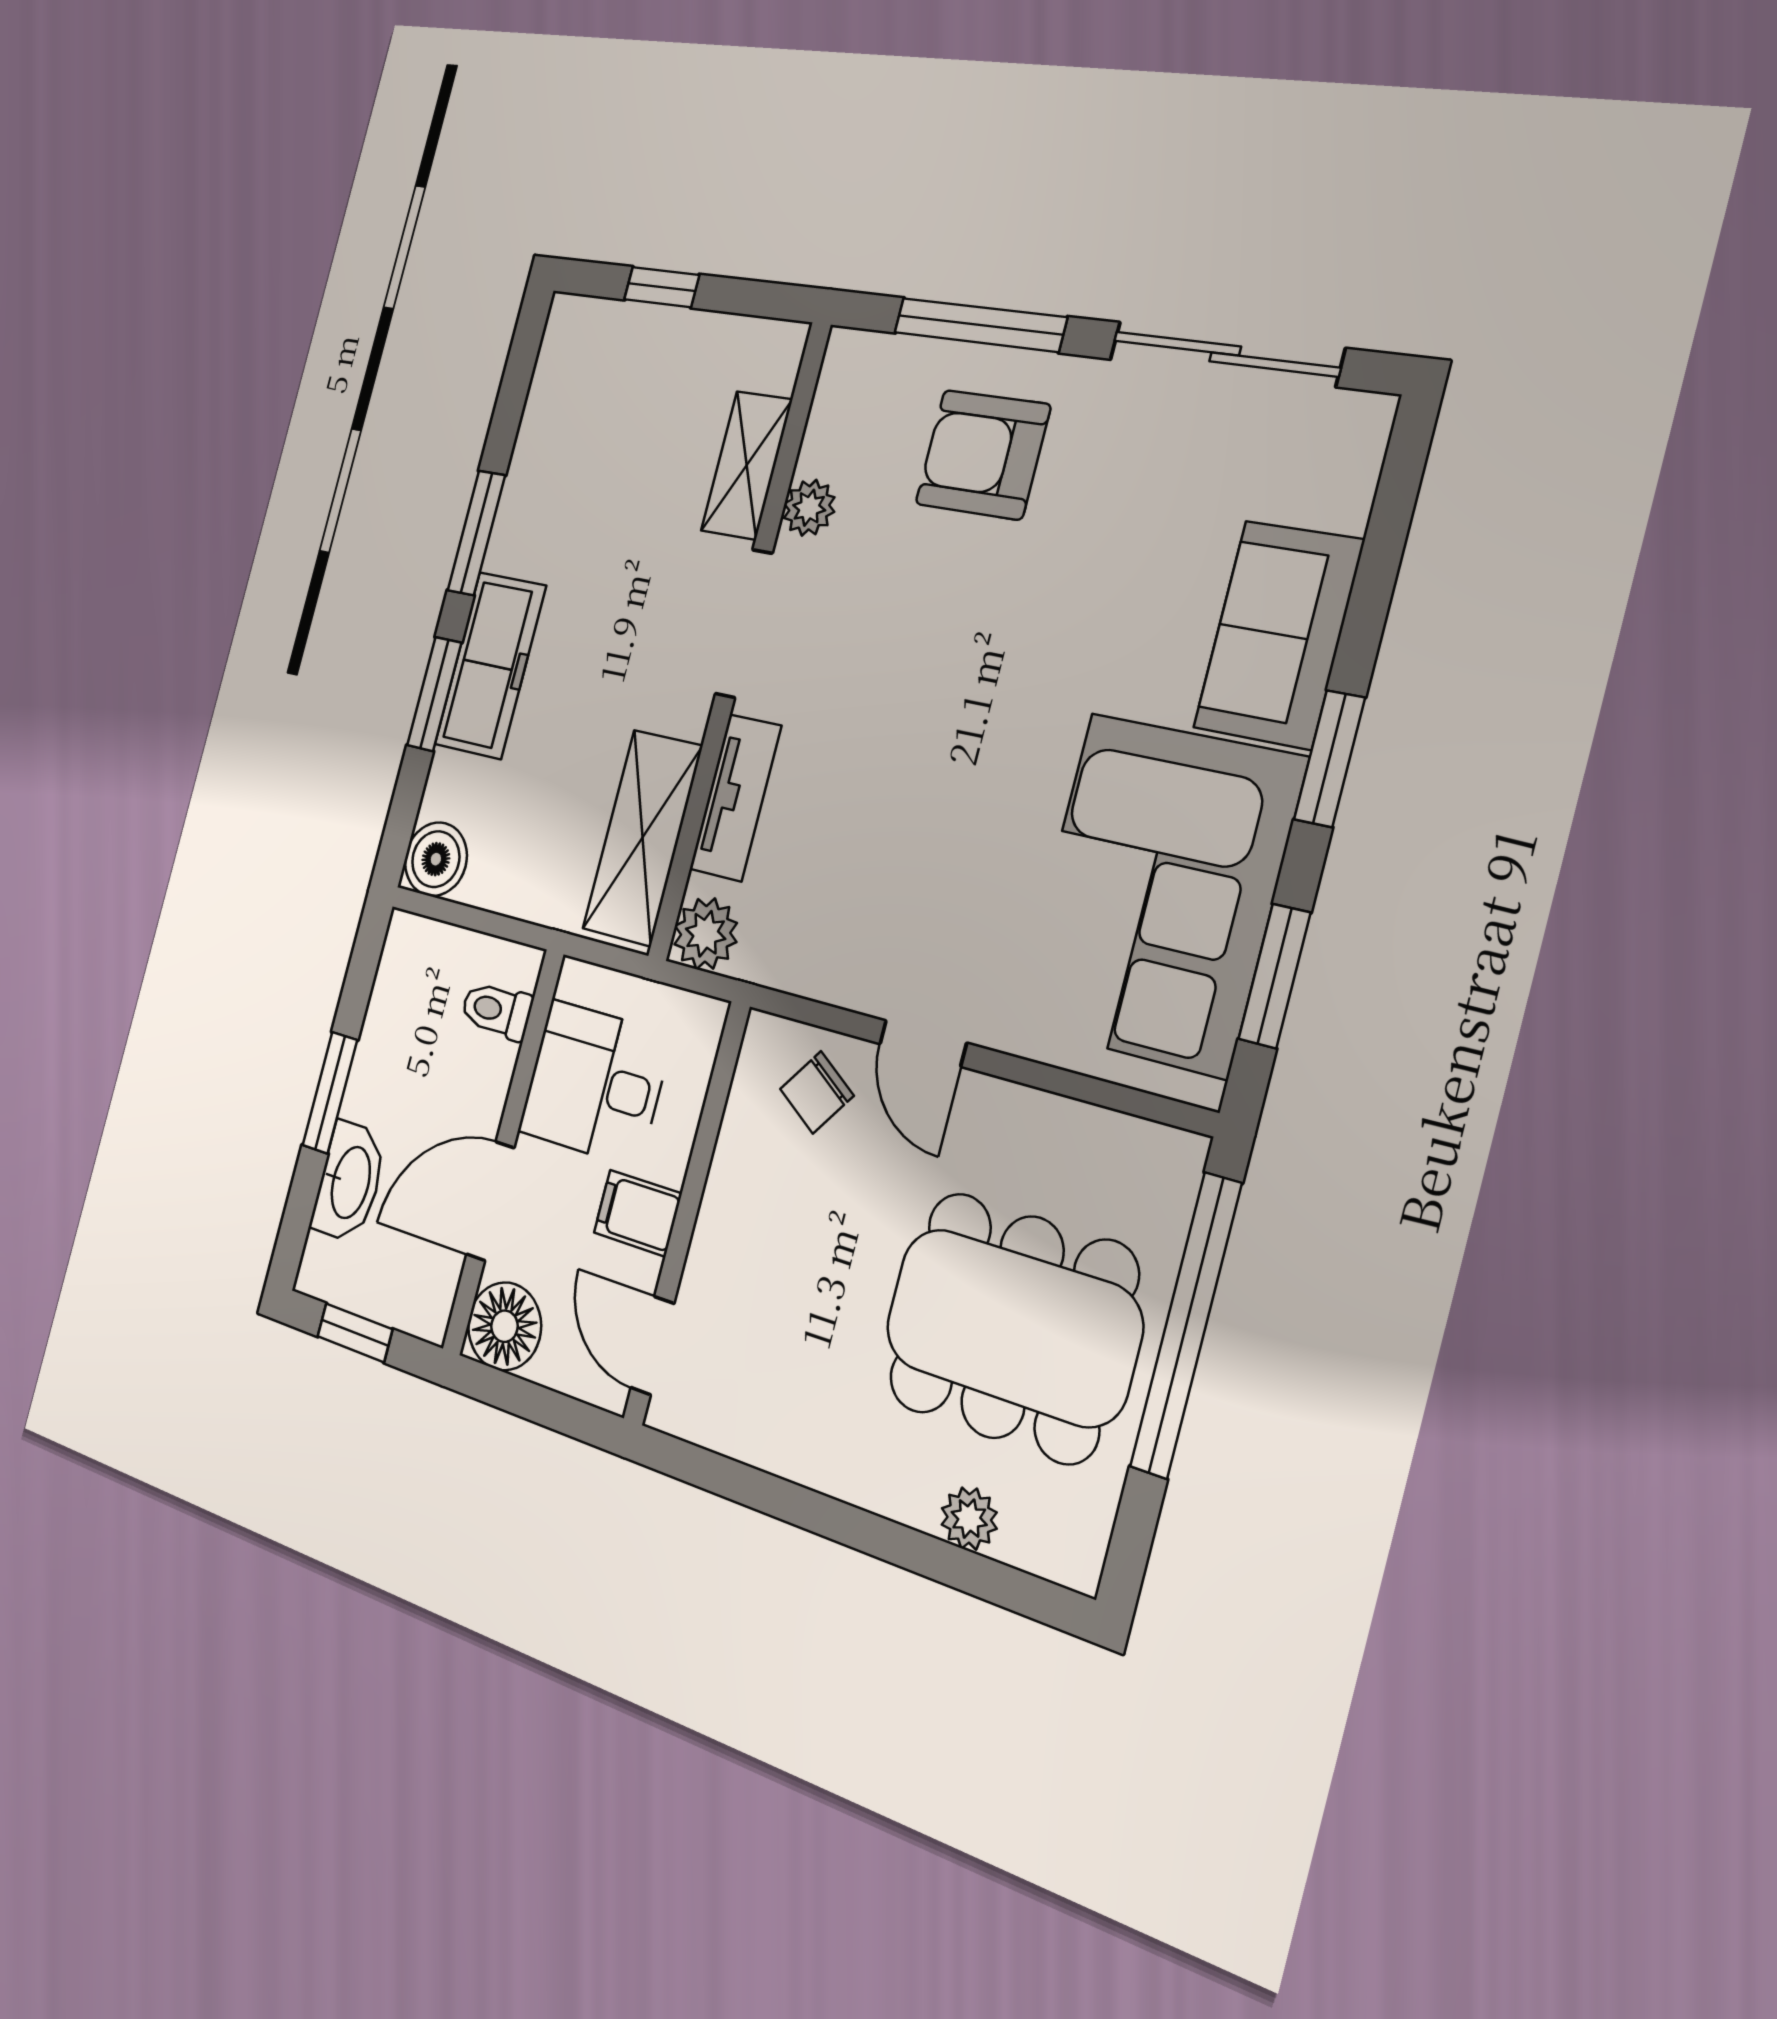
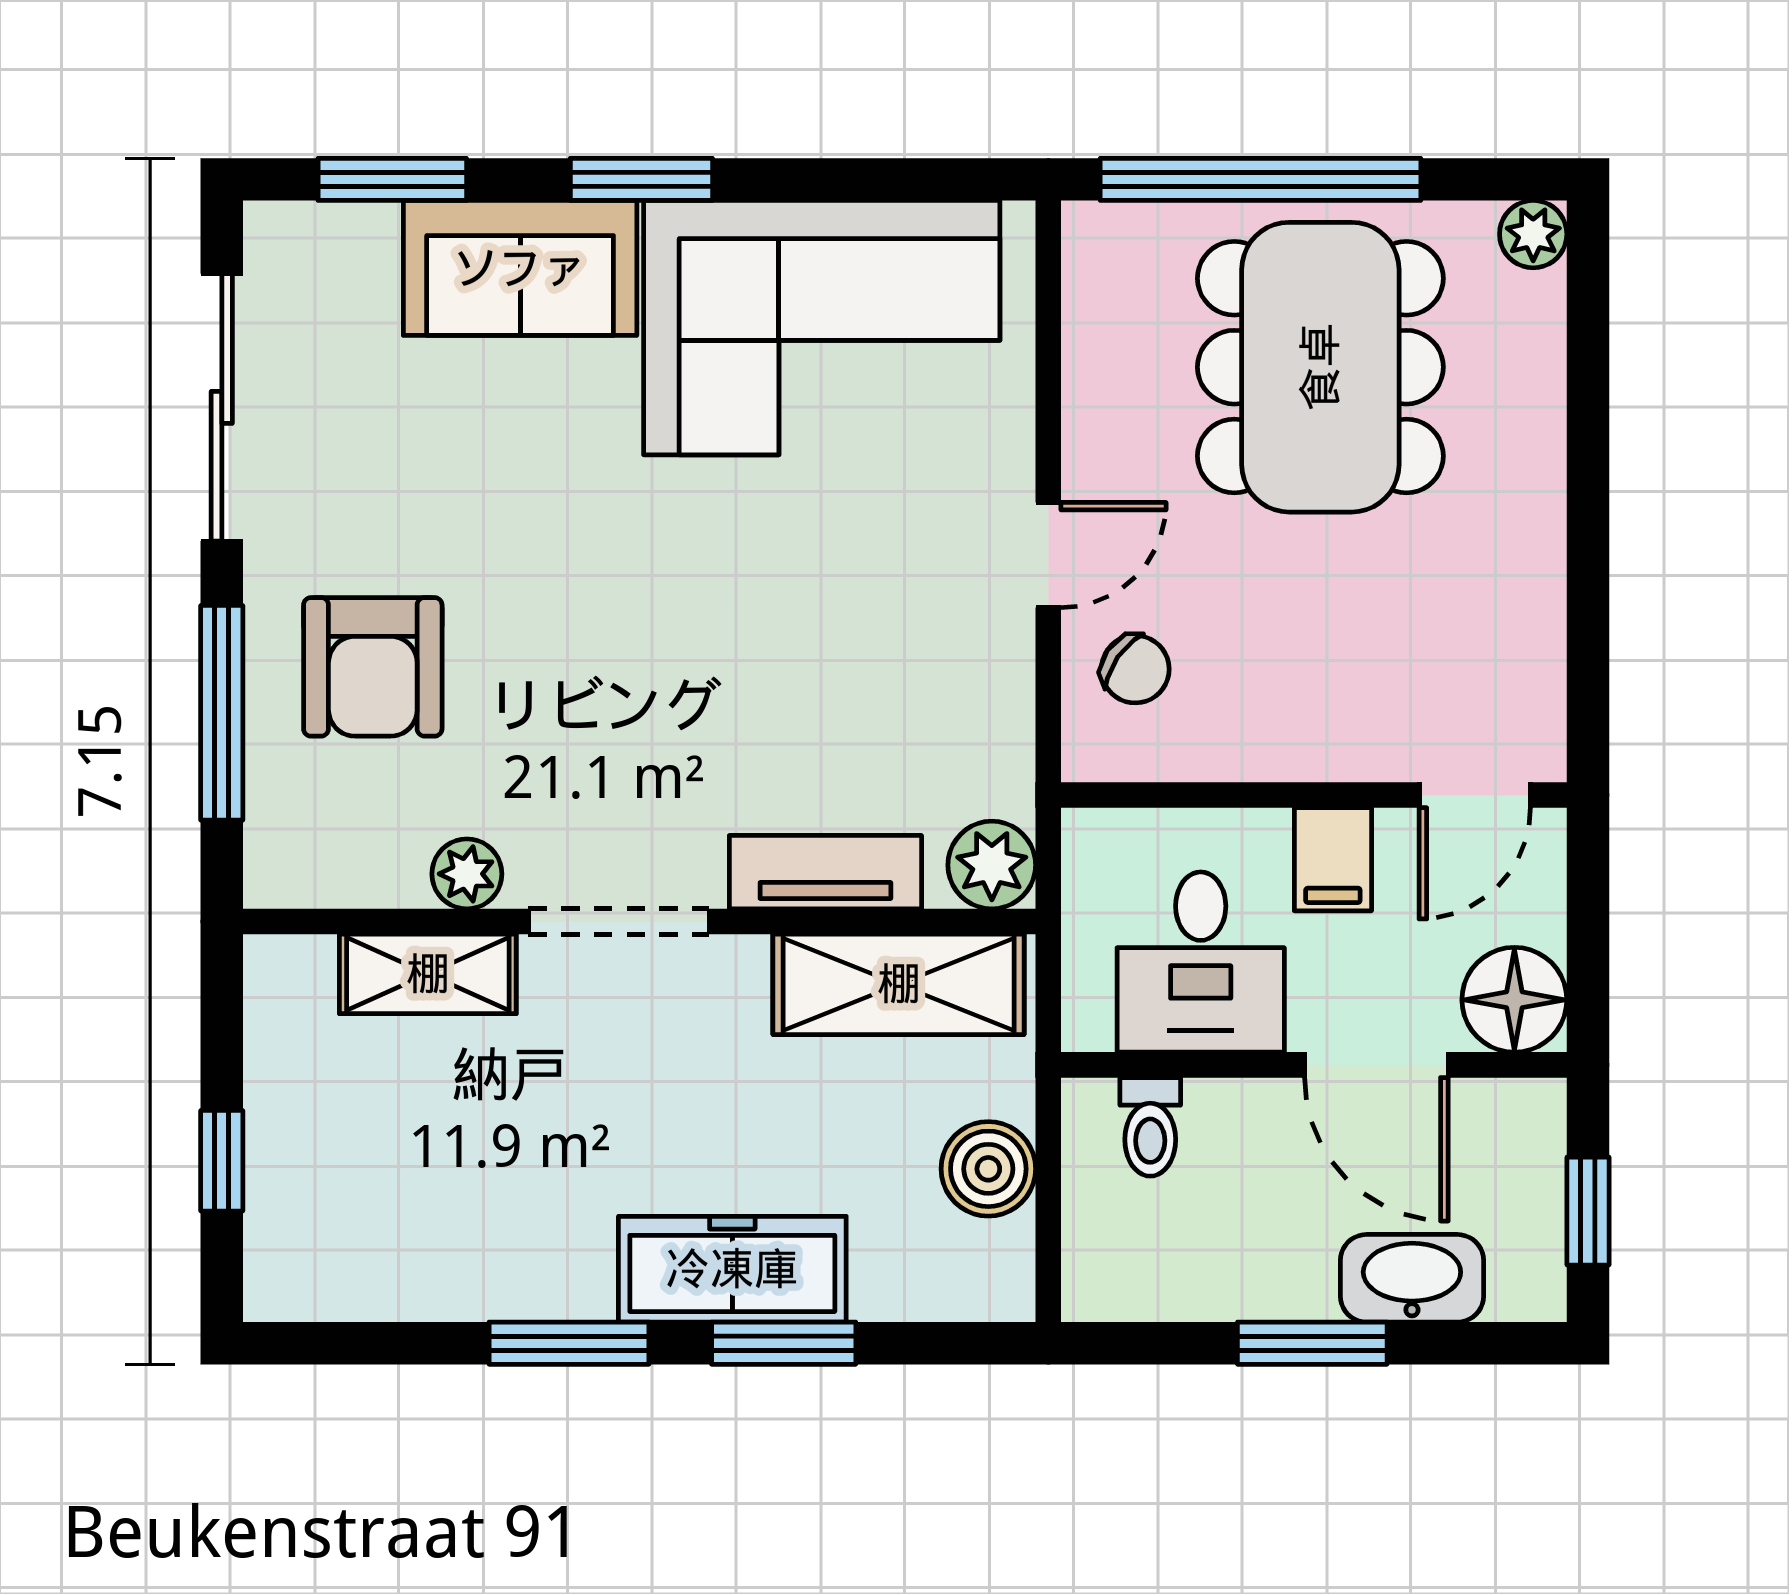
boiler: (436, 859) -> (988, 1169), moved
window: (1274, 976) -> (392, 179), moved
plant: (969, 1519) -> (1533, 234), moved

